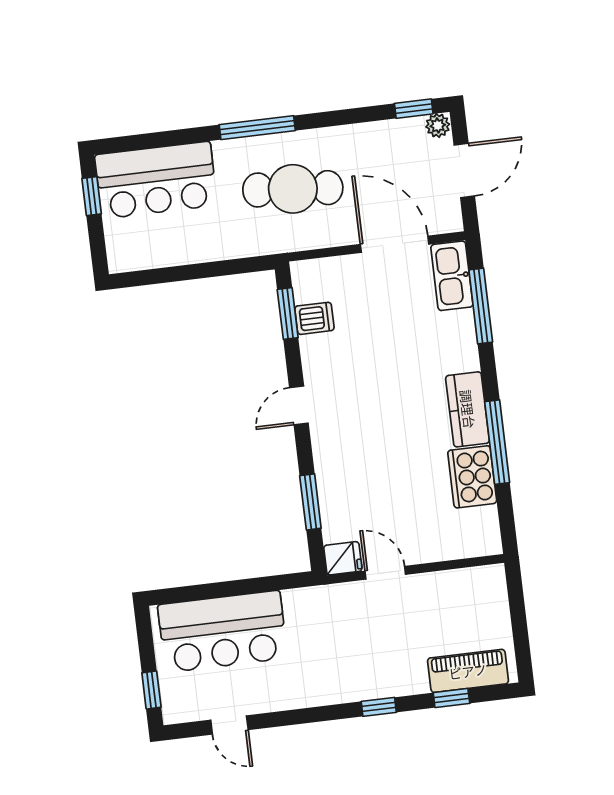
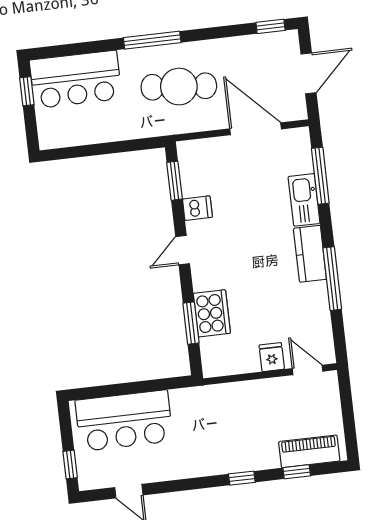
plant: (438, 125) -> (289, 39), removed
kitchen sink: (452, 276) -> (304, 200), moved
dishwasher: (314, 318) -> (197, 208), moved
cooker: (472, 477) -> (212, 313), moved, turned 180
fridge: (343, 558) -> (272, 357), moved, turned -90
door: (385, 573) -> (307, 370), moved

